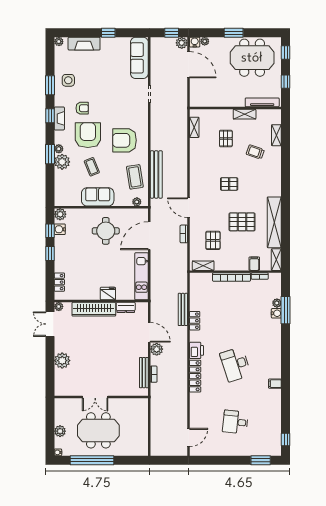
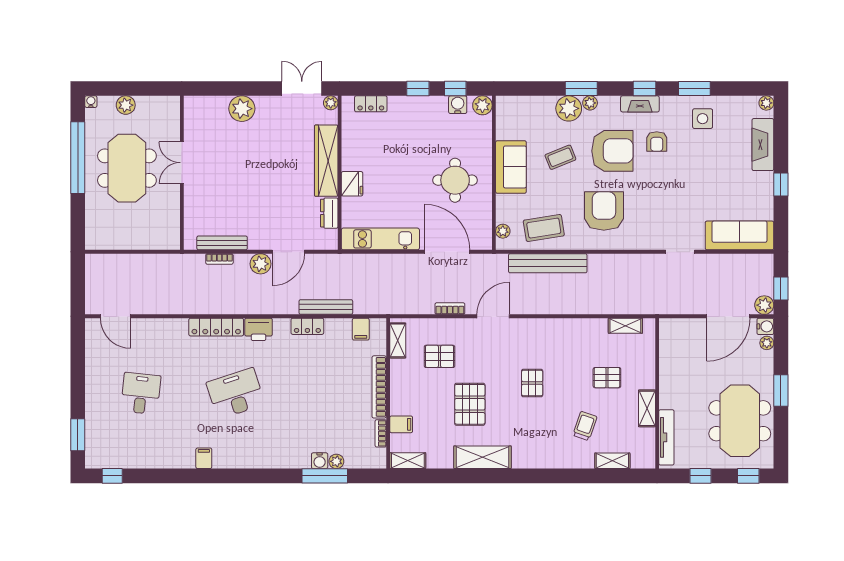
shelving: (274, 222) -> (483, 457), width x0.68
filing cabinet: (196, 288) -> (361, 329), added

